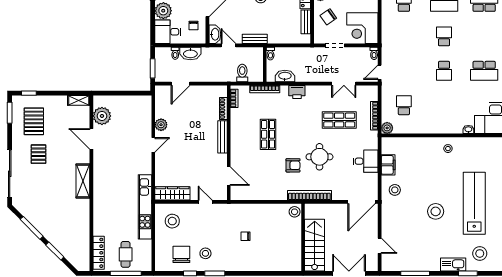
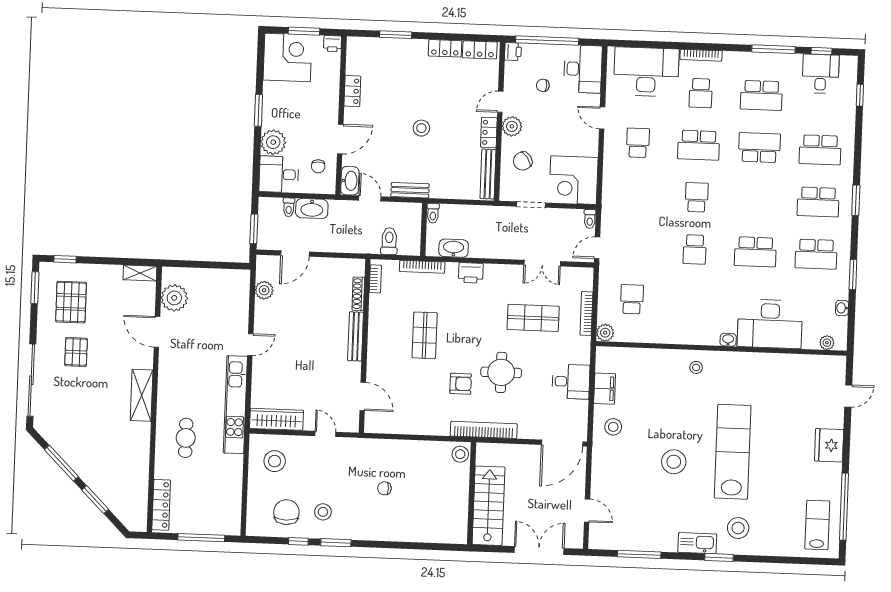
bench: (306, 22) -> (488, 174), width x1.36
plant: (161, 125) -> (264, 290), moved
kitchen unit: (145, 207) -> (235, 405), moved
cafe table: (126, 254) -> (186, 438), moved

